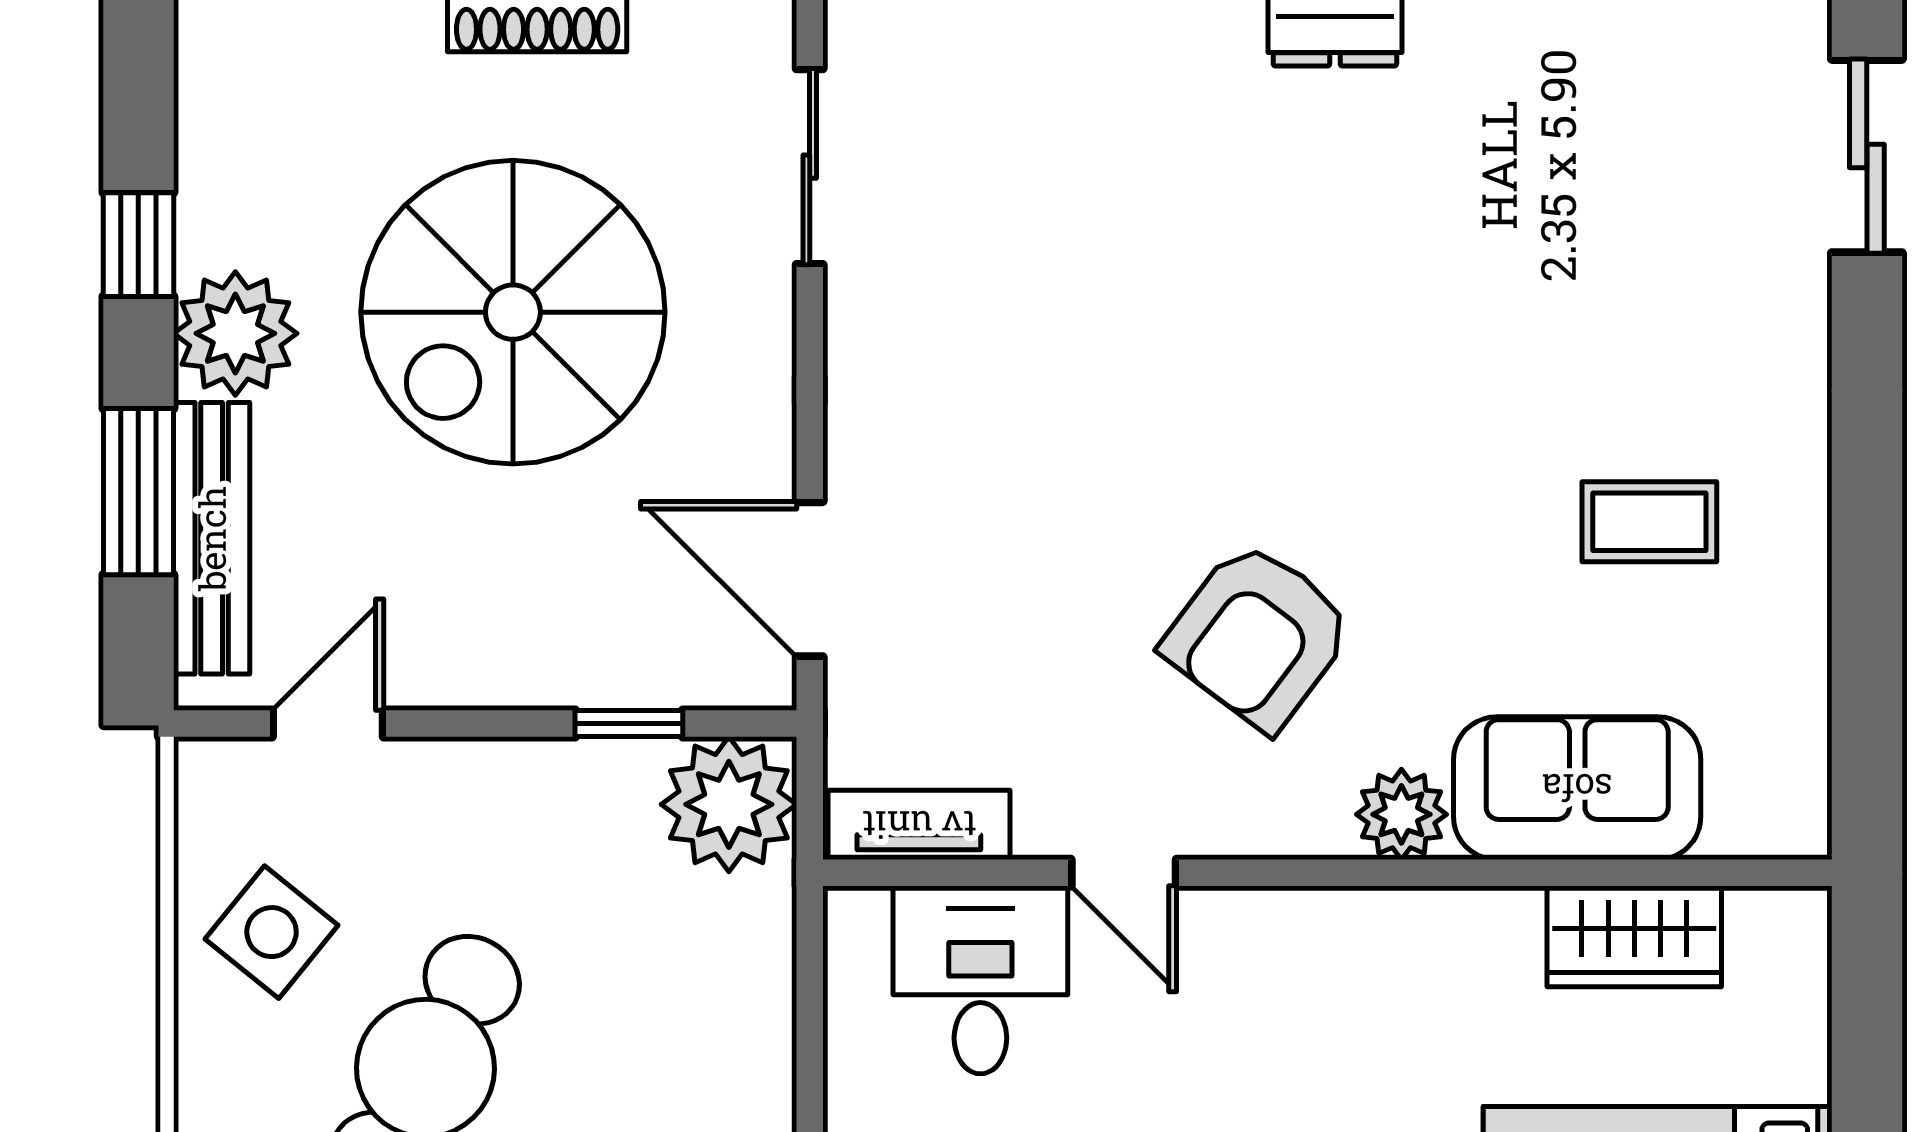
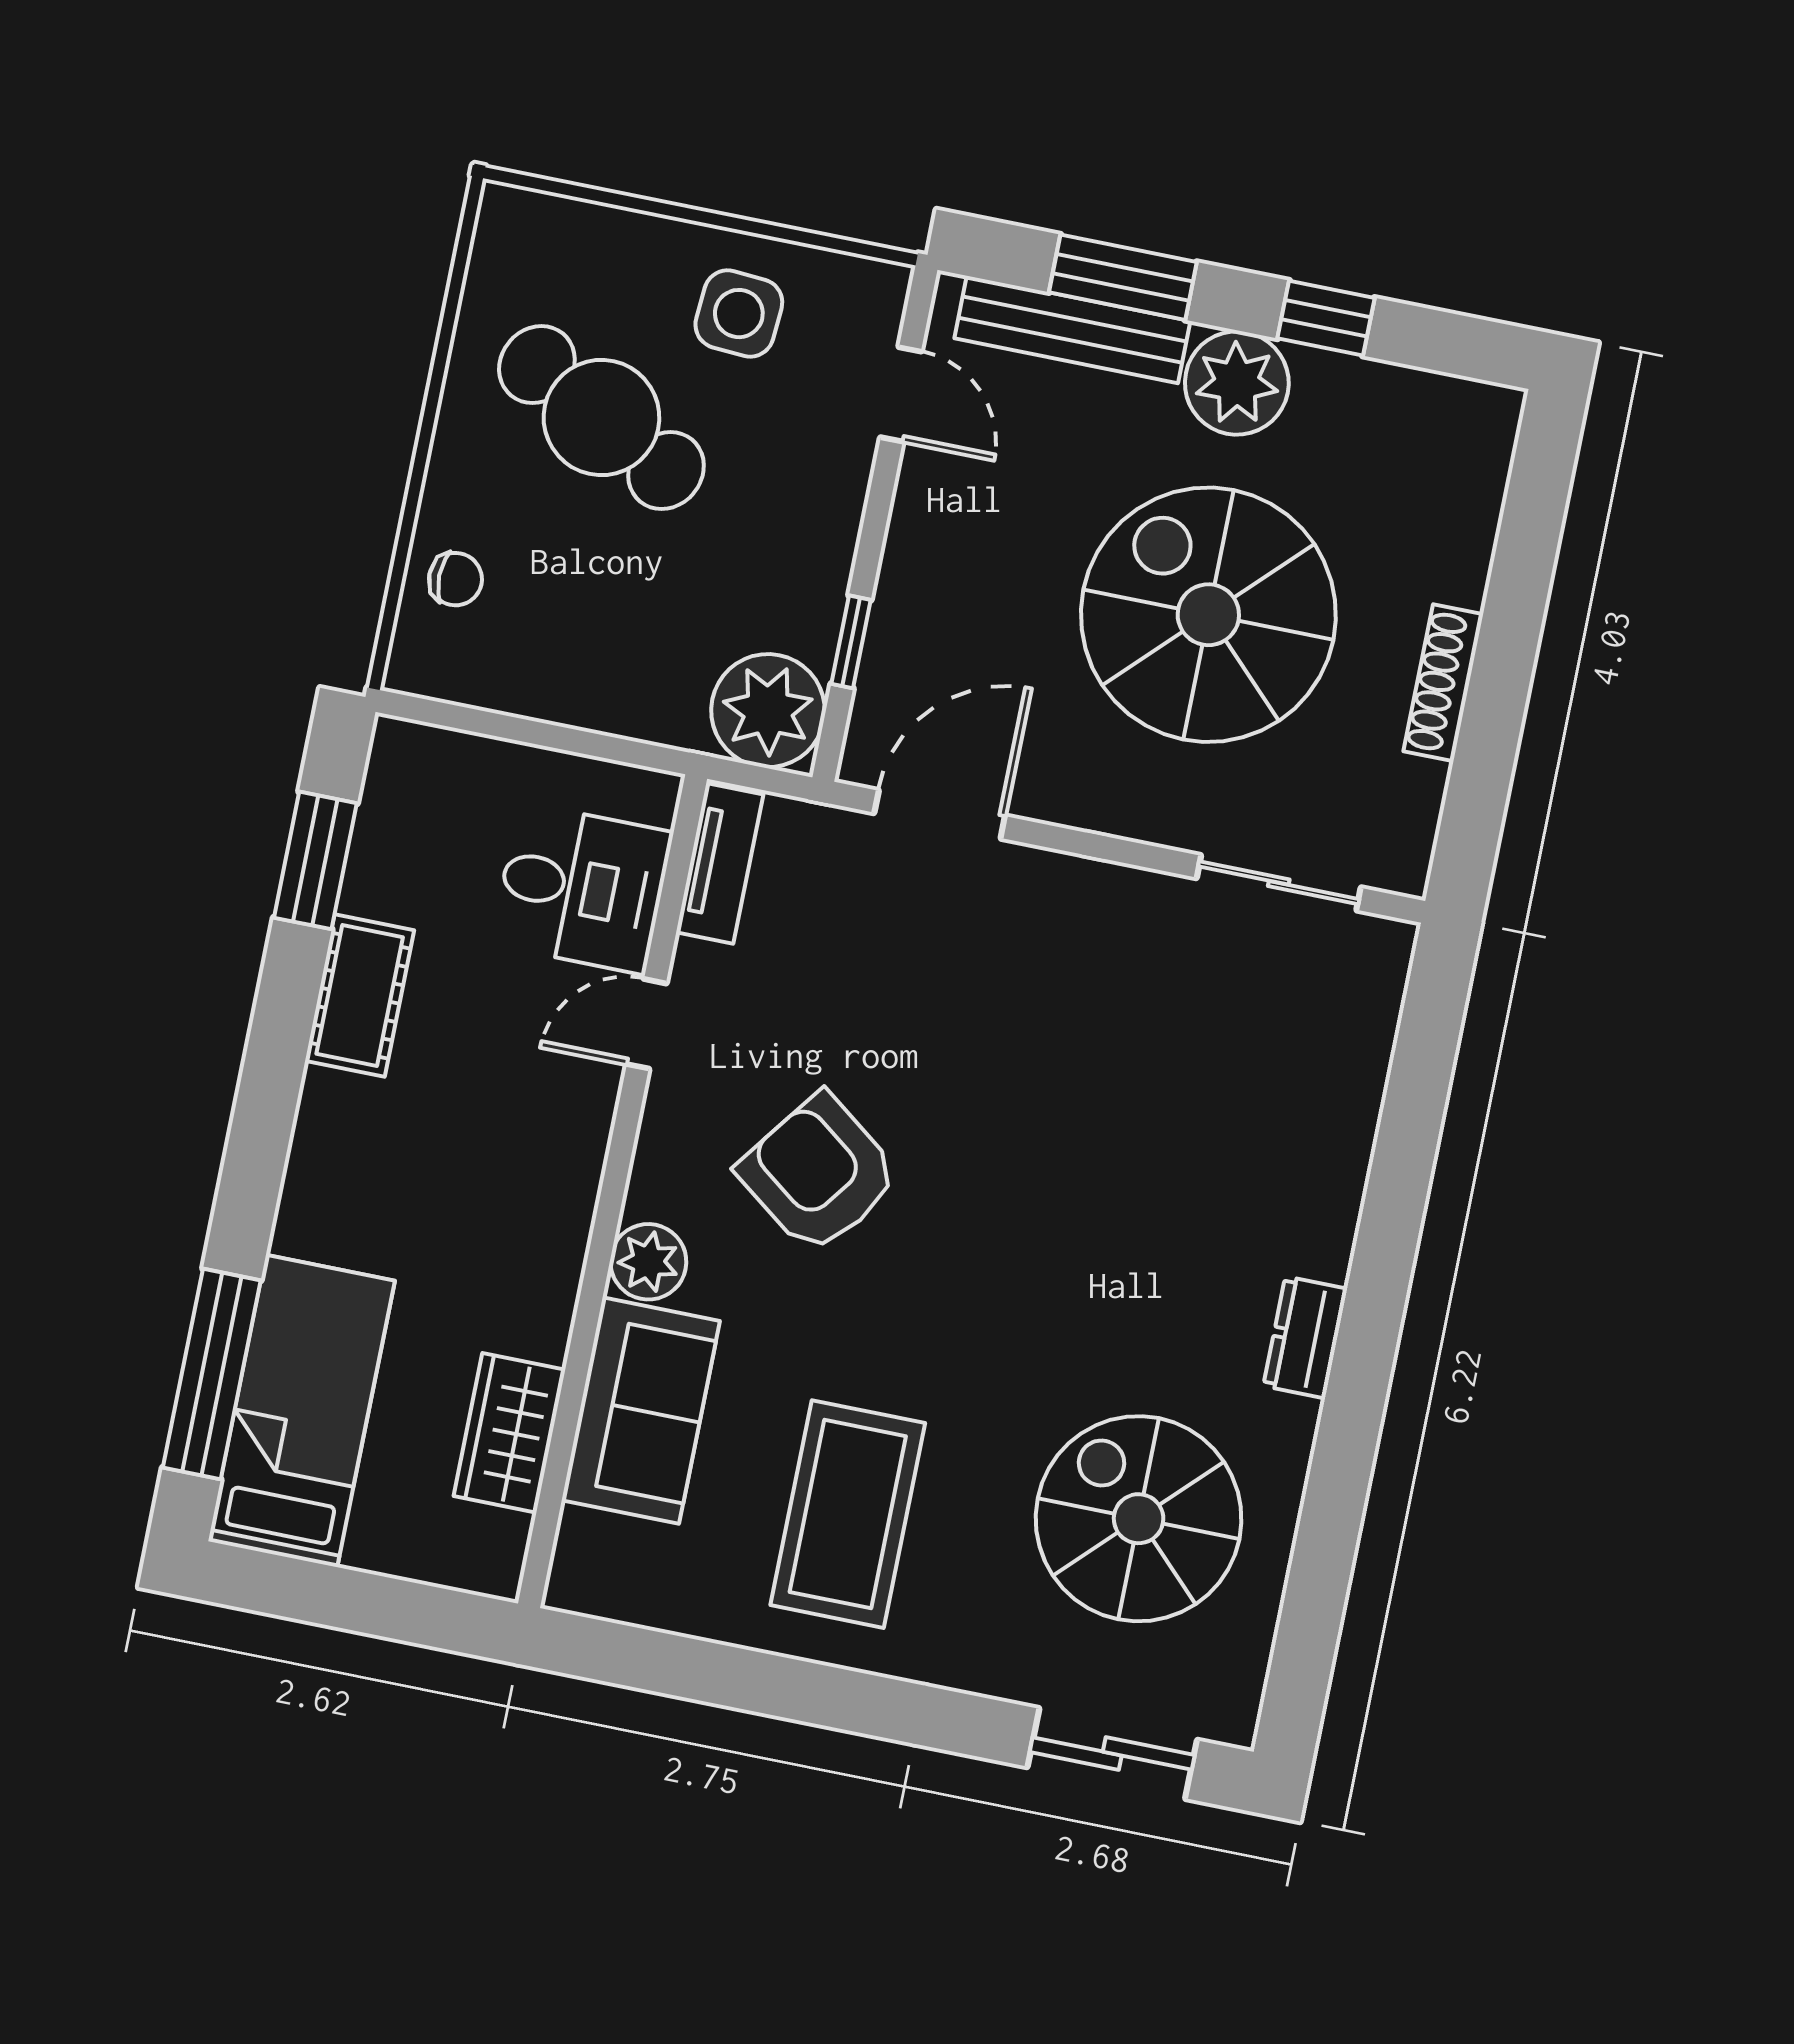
spiral stairs: (1586, 181) -> (1139, 1519), added
coffee table: (1649, 522) -> (848, 1514), width x1.86, depth x1.72
side table: (272, 932) -> (739, 314), turned -35

